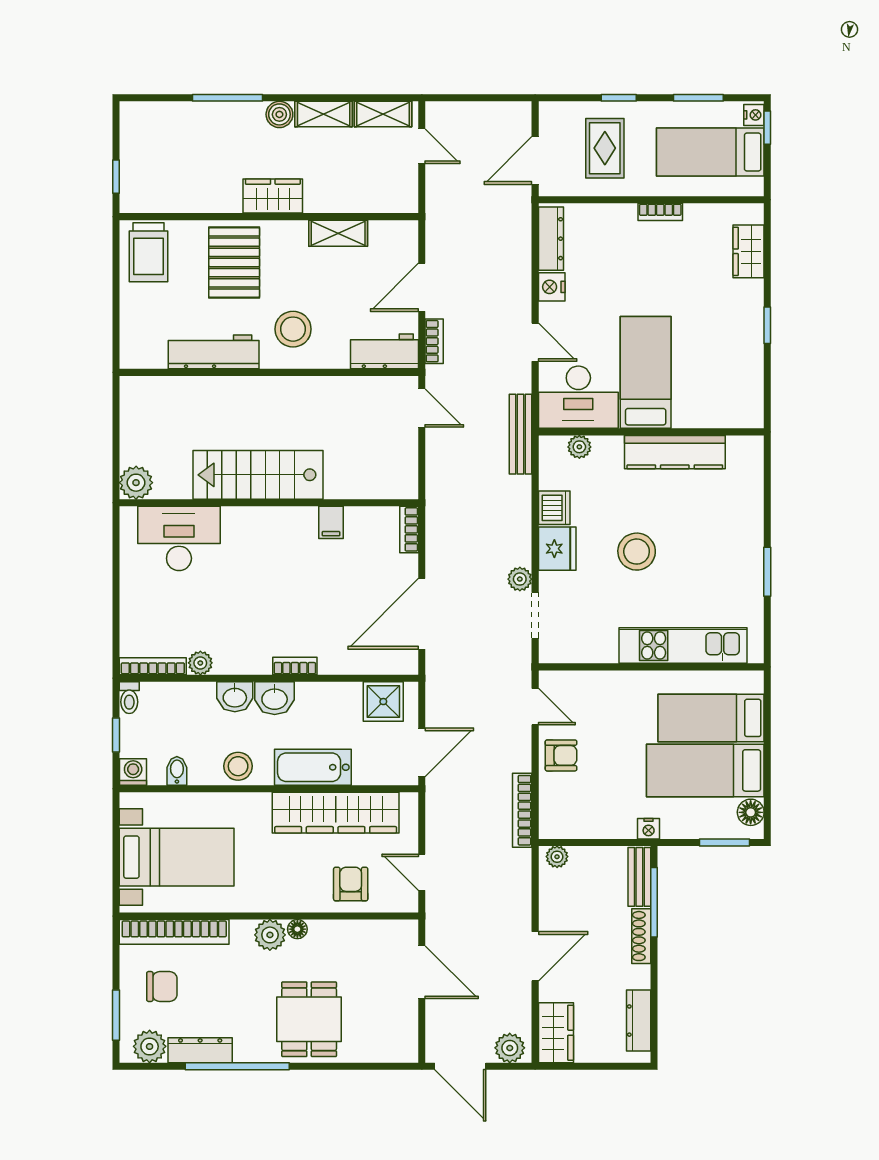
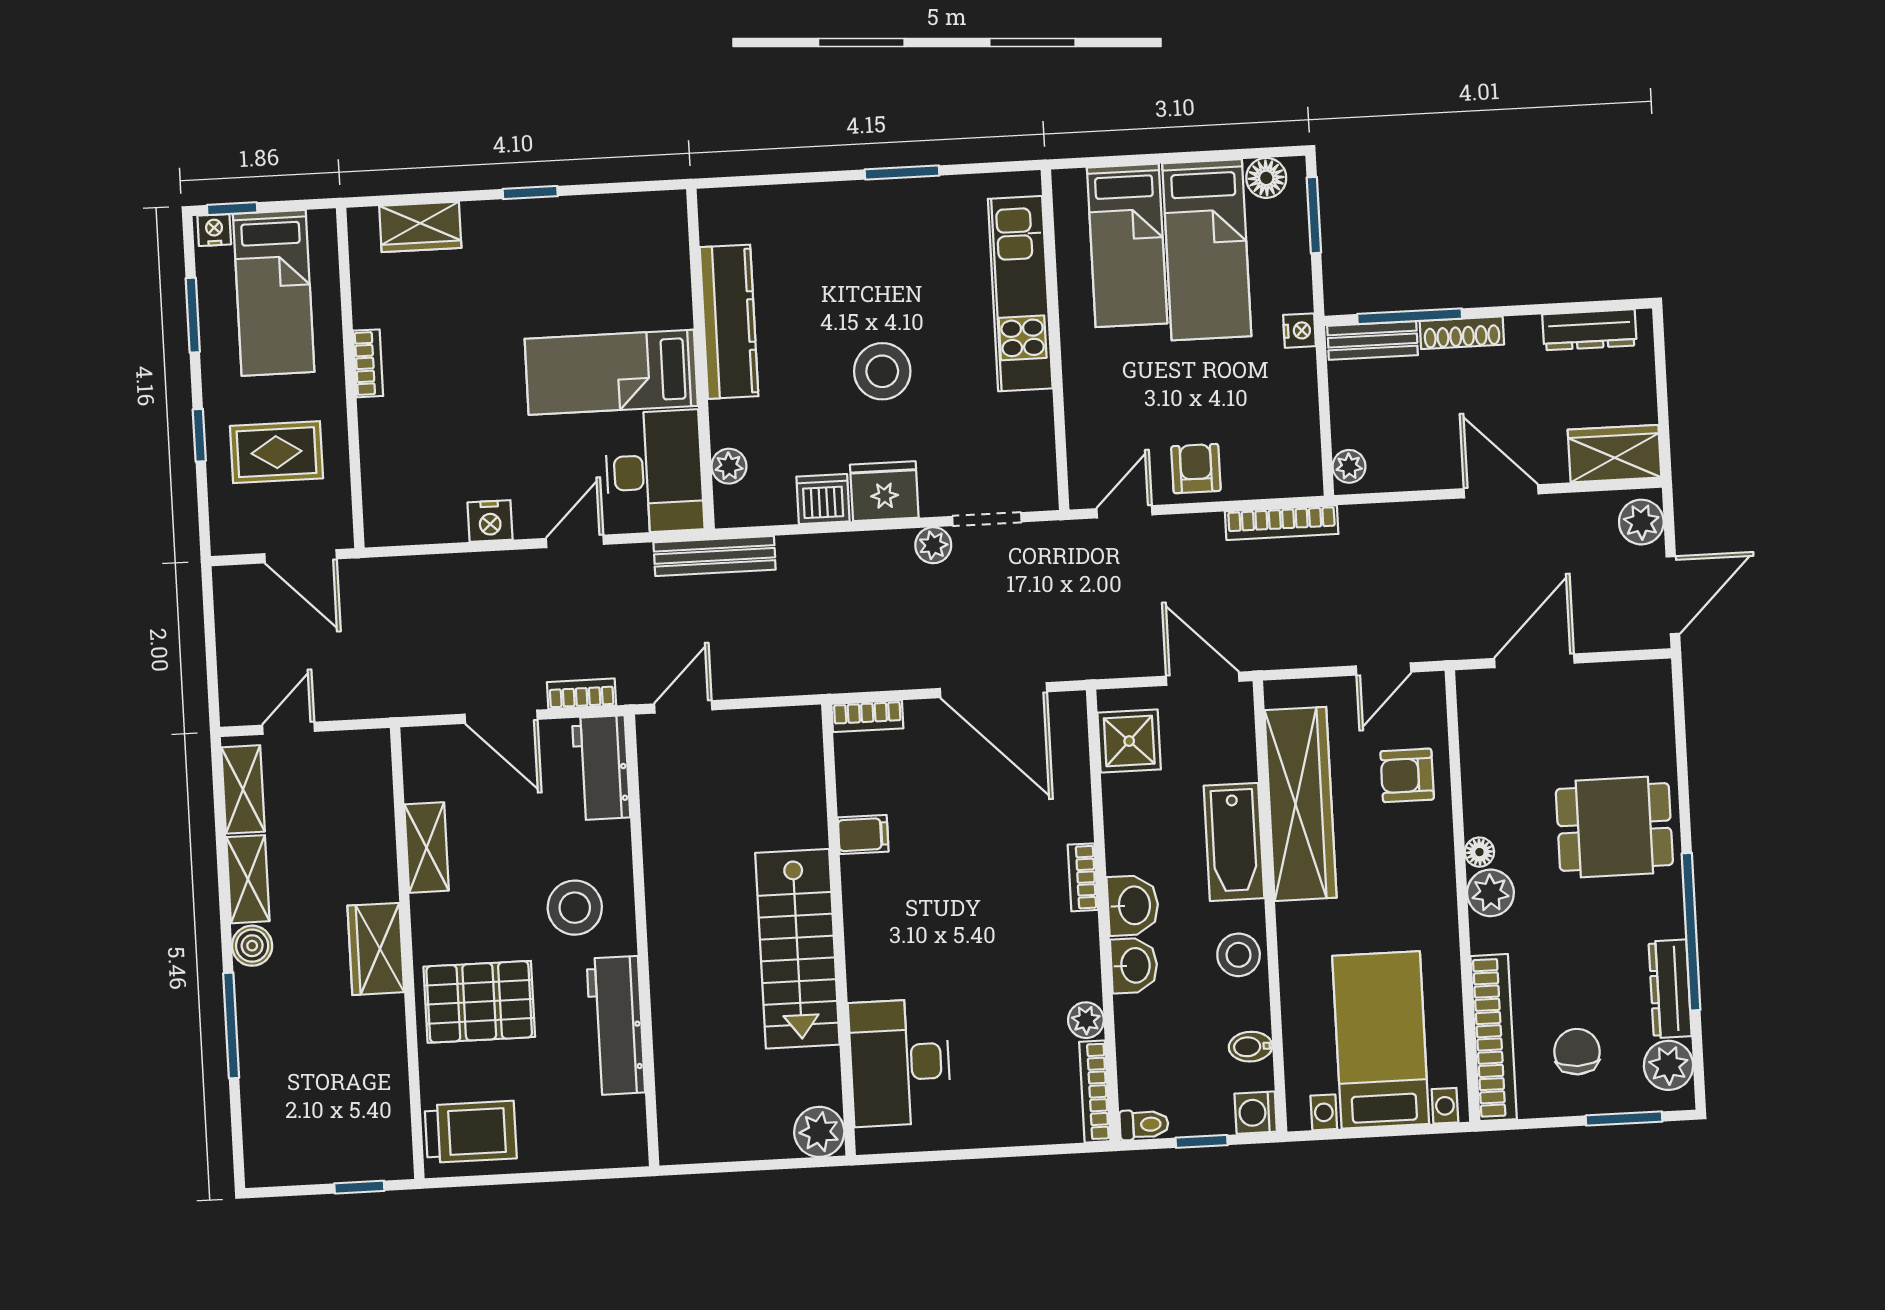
dresser: (551, 239) -> (417, 526), removed

